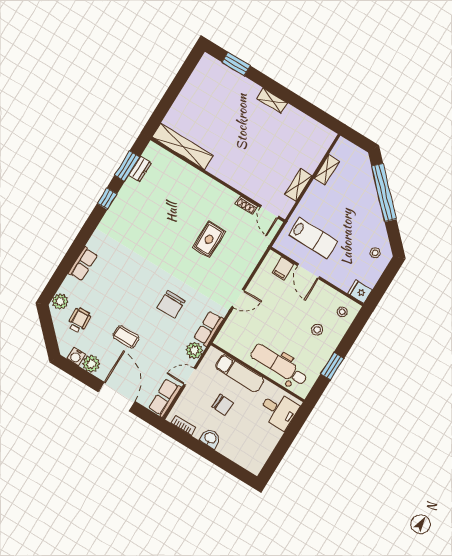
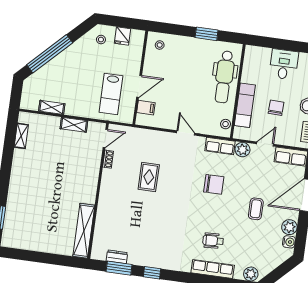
shelving: (272, 101) -> (21, 136), moved
lab bench: (313, 238) -> (111, 94), turned 180
rug: (209, 239) -> (149, 177), turned 90
row of seats: (83, 264) -> (213, 269), width x1.48
fridge: (360, 292) -> (123, 36), moved
wheelchair: (79, 320) -> (213, 241), moved
stool: (317, 330) -> (226, 124), moved
door: (190, 377) -> (265, 144), swing flipped
desk: (279, 410) -> (284, 64), moved

